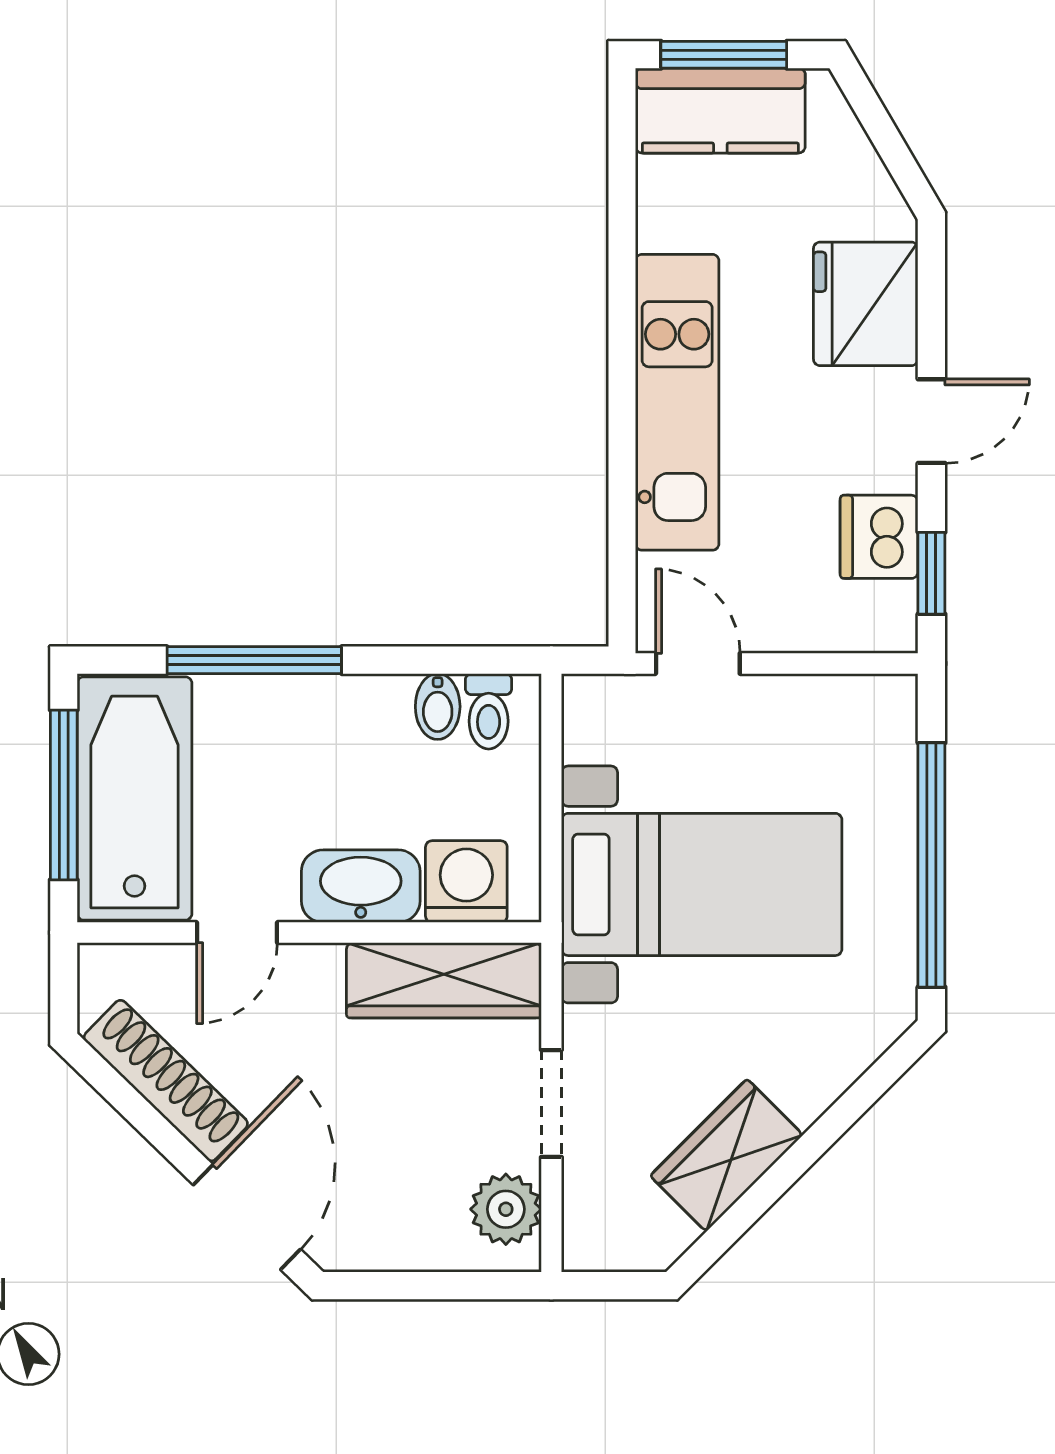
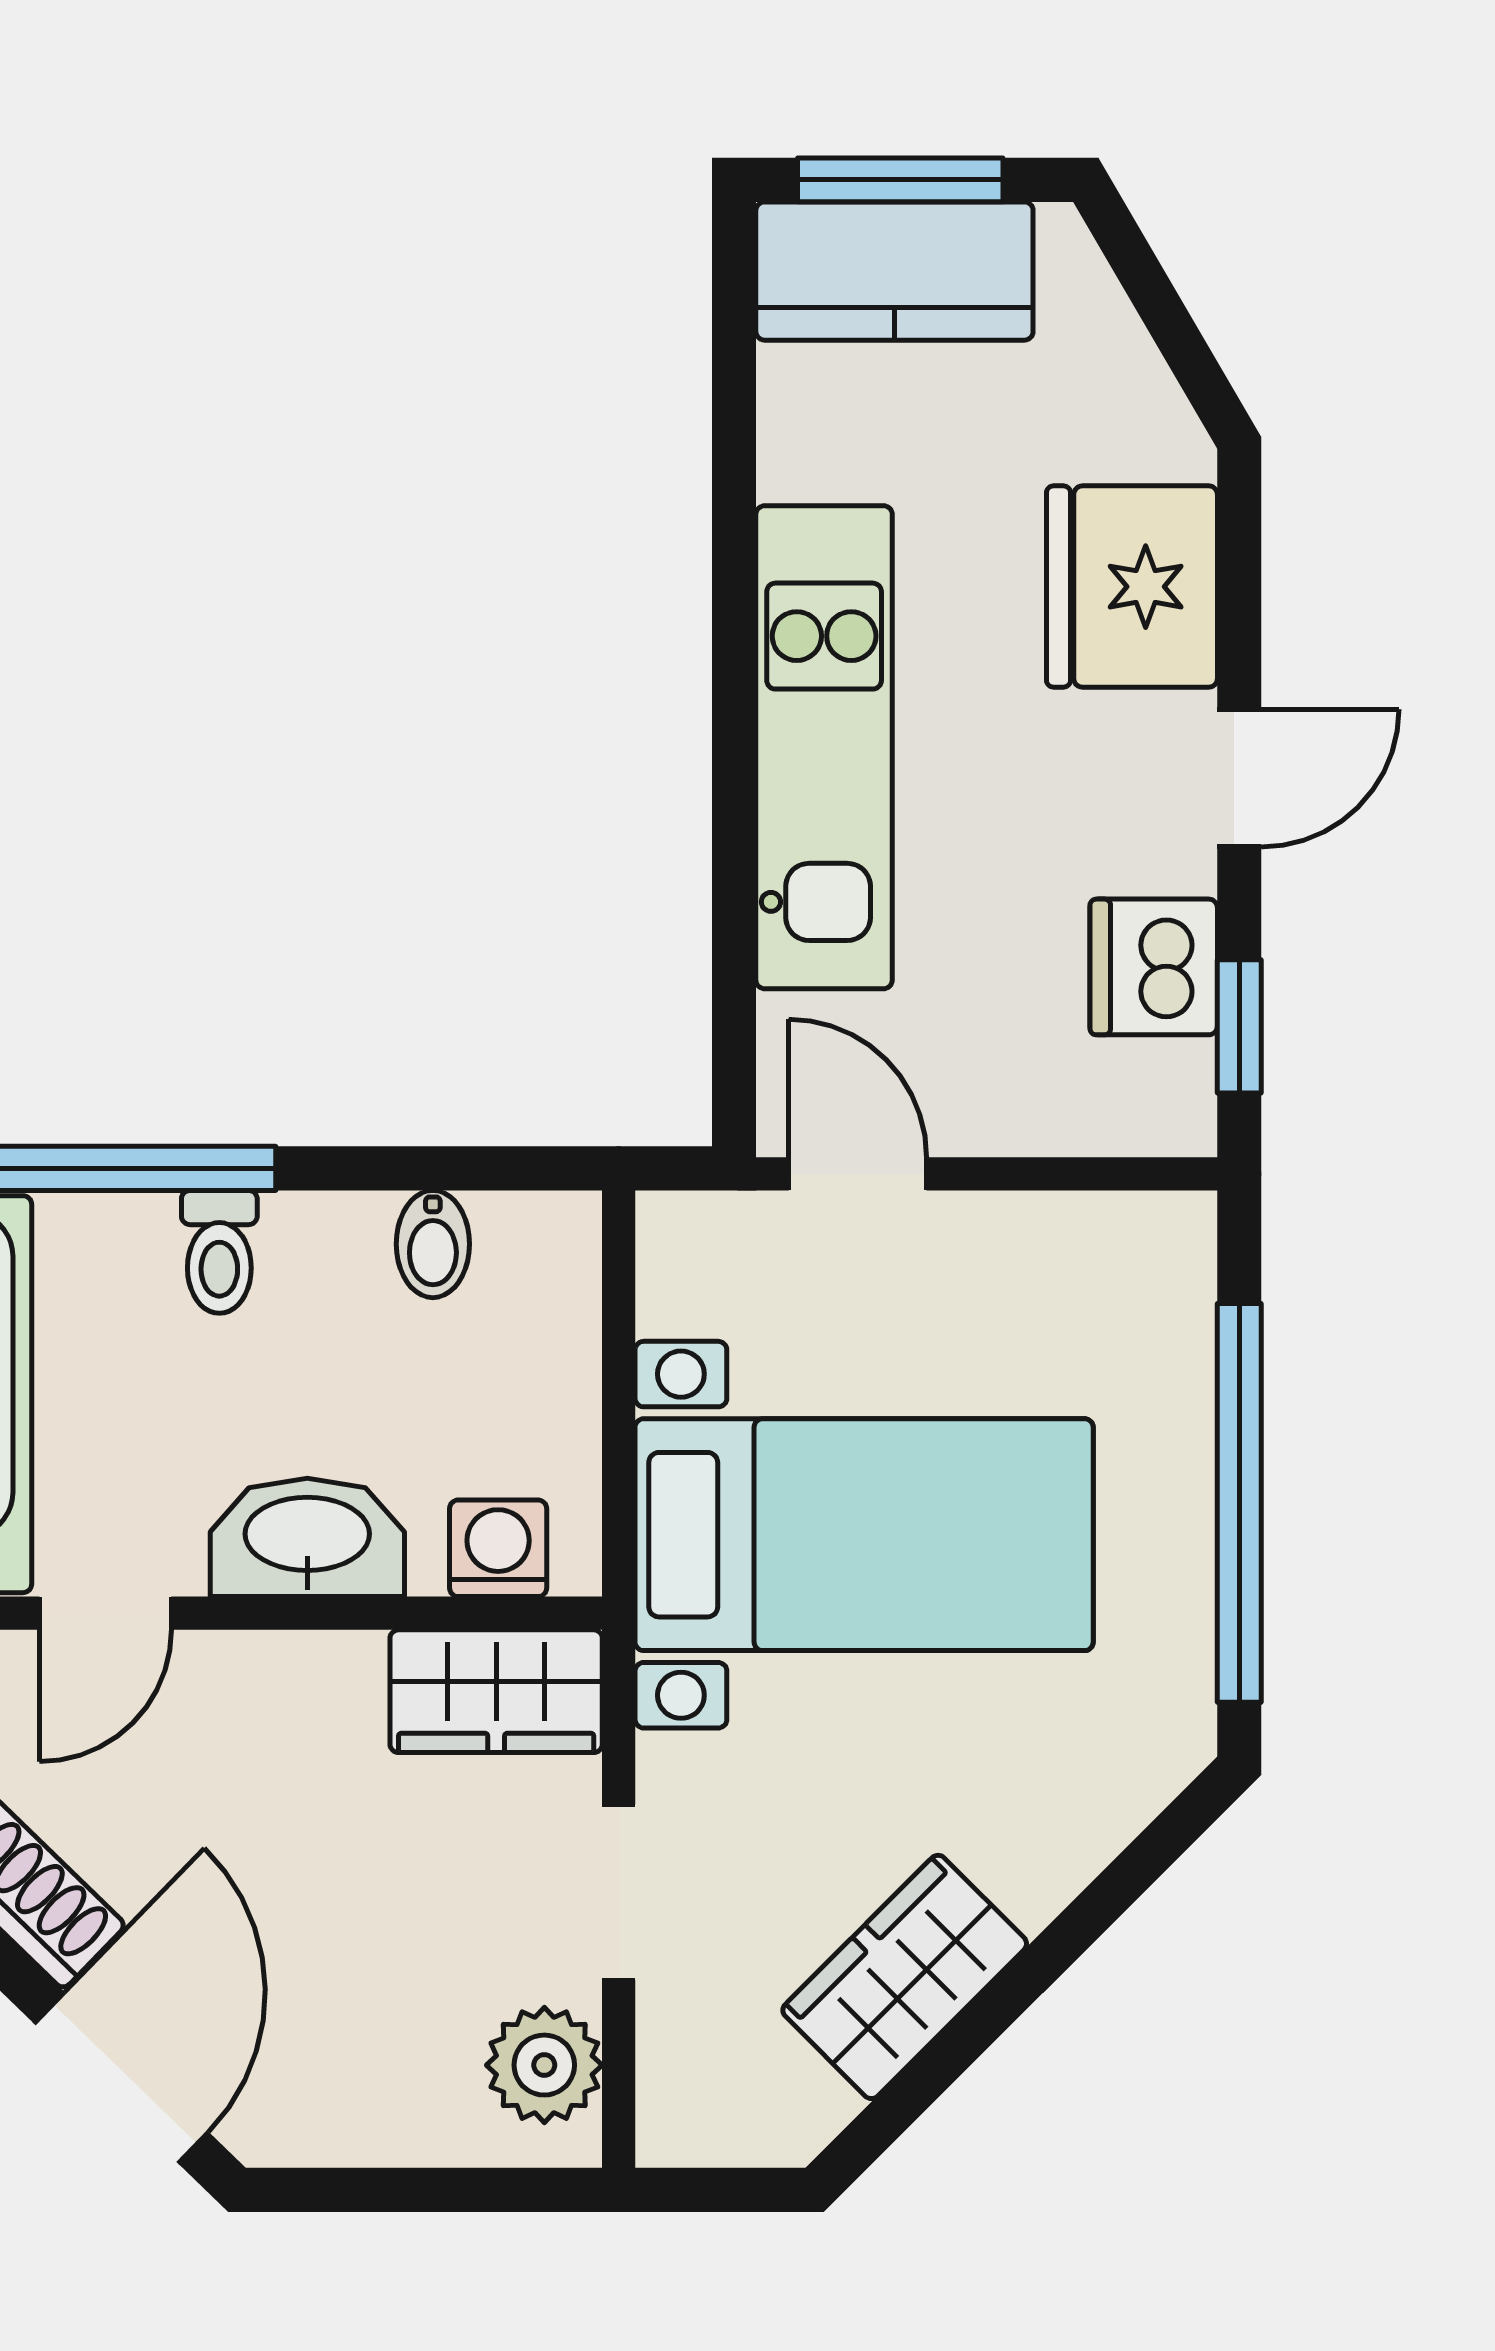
toilet: (489, 711) -> (219, 1252), moved
washing machine: (466, 882) -> (498, 1548), width x0.73, depth x0.73
wardrobe: (444, 980) -> (496, 1691), width x0.67

